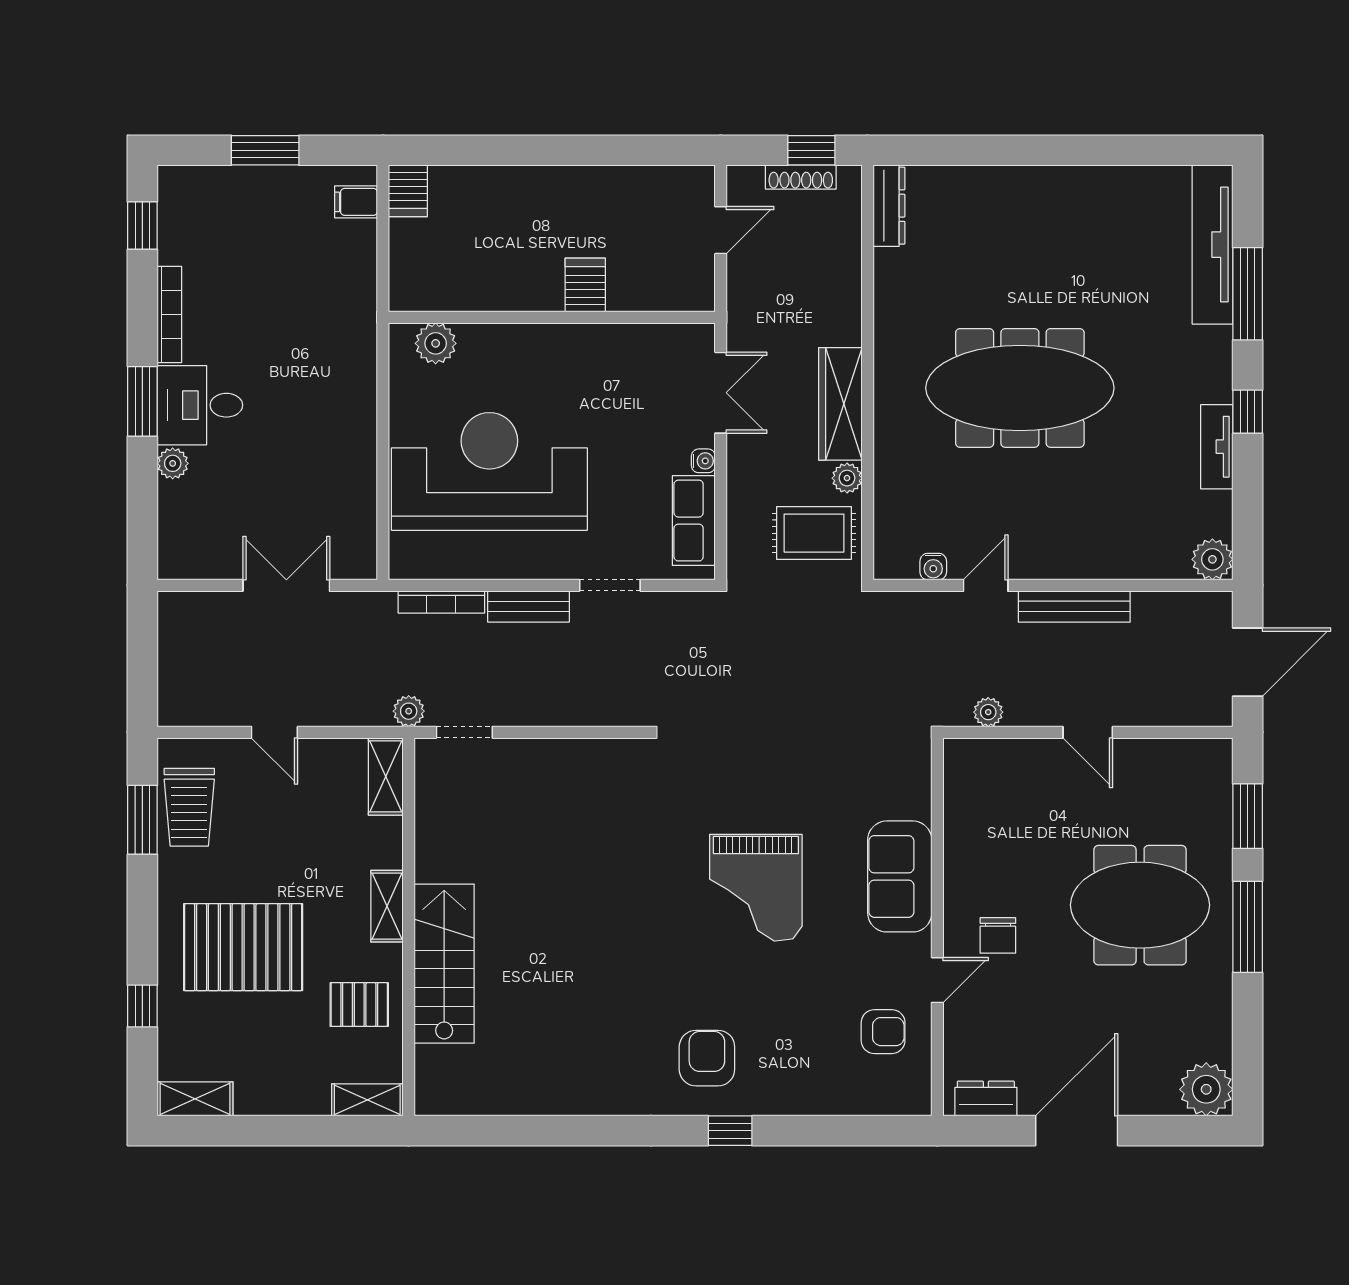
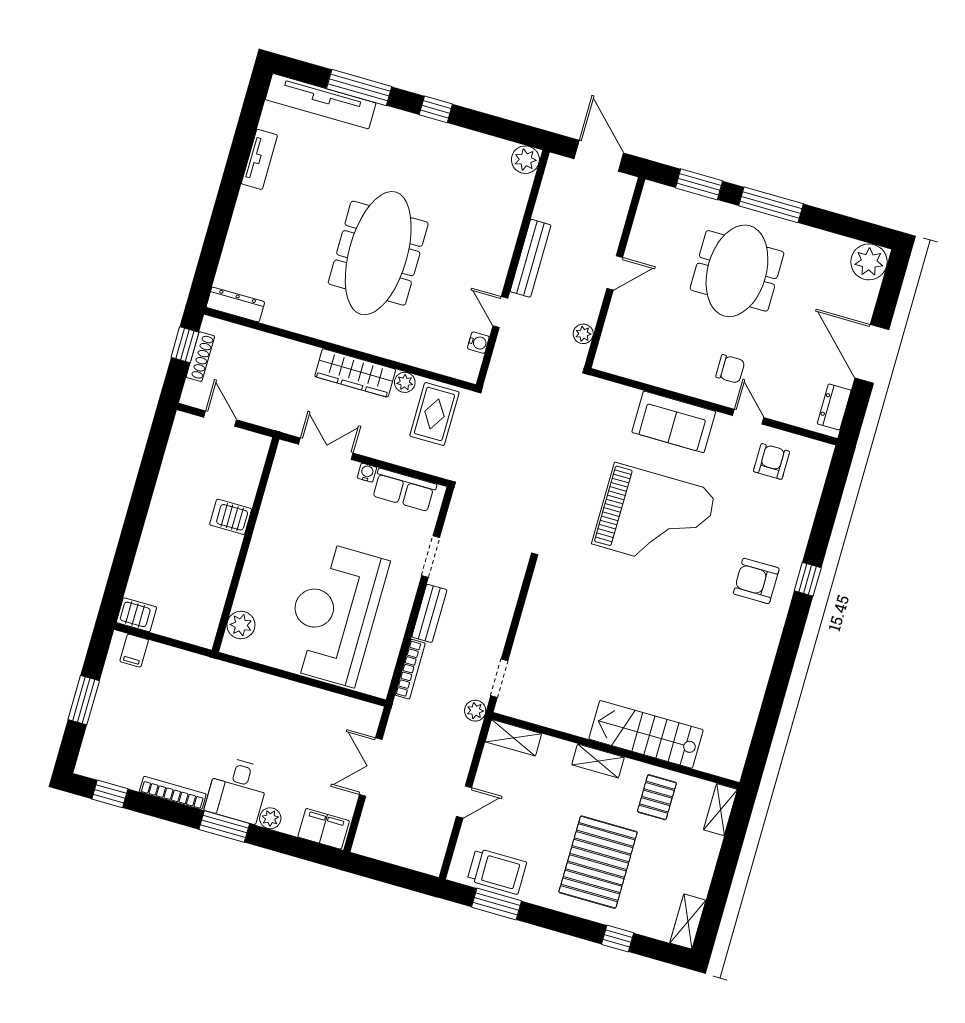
tv unit: (1217, 447) -> (259, 159), moved, turned -90
filing cabinet: (179, 543) -> (324, 829), added
grand piano: (756, 888) -> (654, 518), width x1.37, depth x1.48

